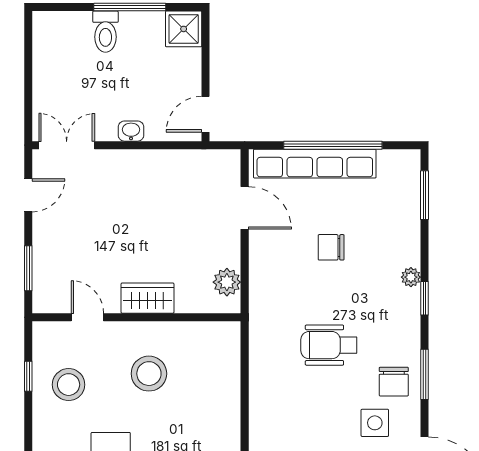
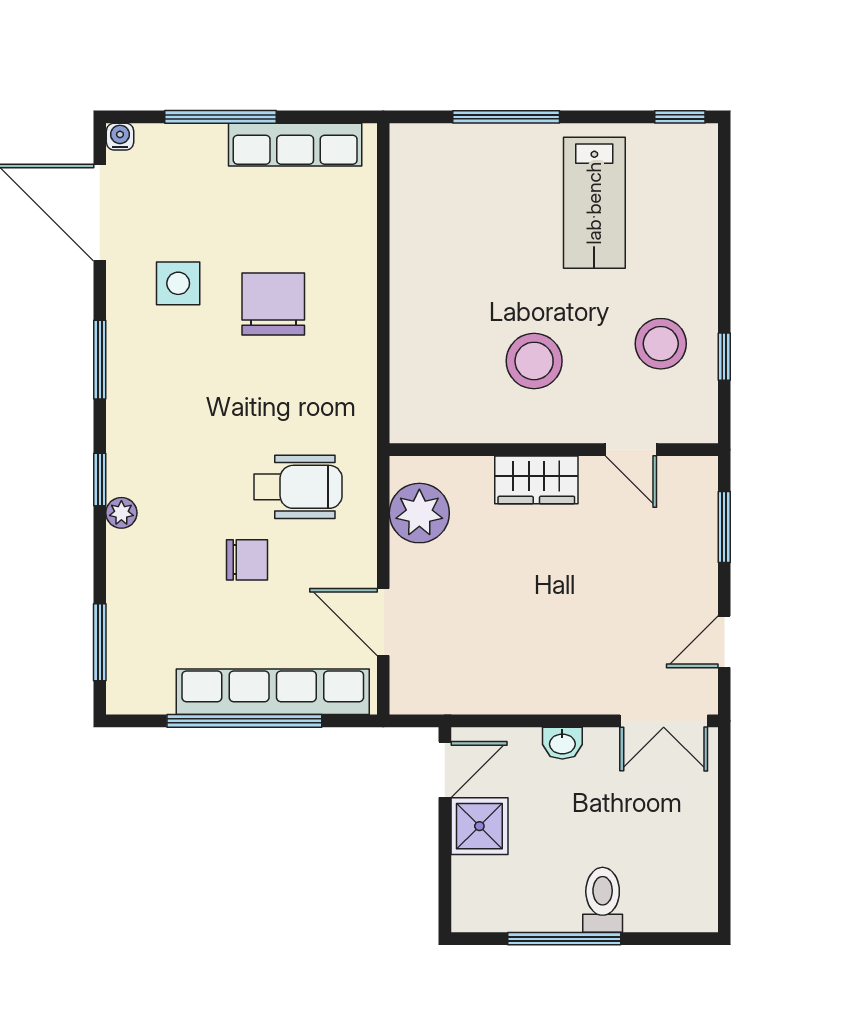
shower: (184, 29) -> (479, 826), moved
plant: (227, 282) -> (419, 513), width x1.36, depth x1.36
wheelchair: (329, 345) -> (298, 487), moved
chair: (394, 382) -> (273, 304), moved, width x1.37, depth x1.37

